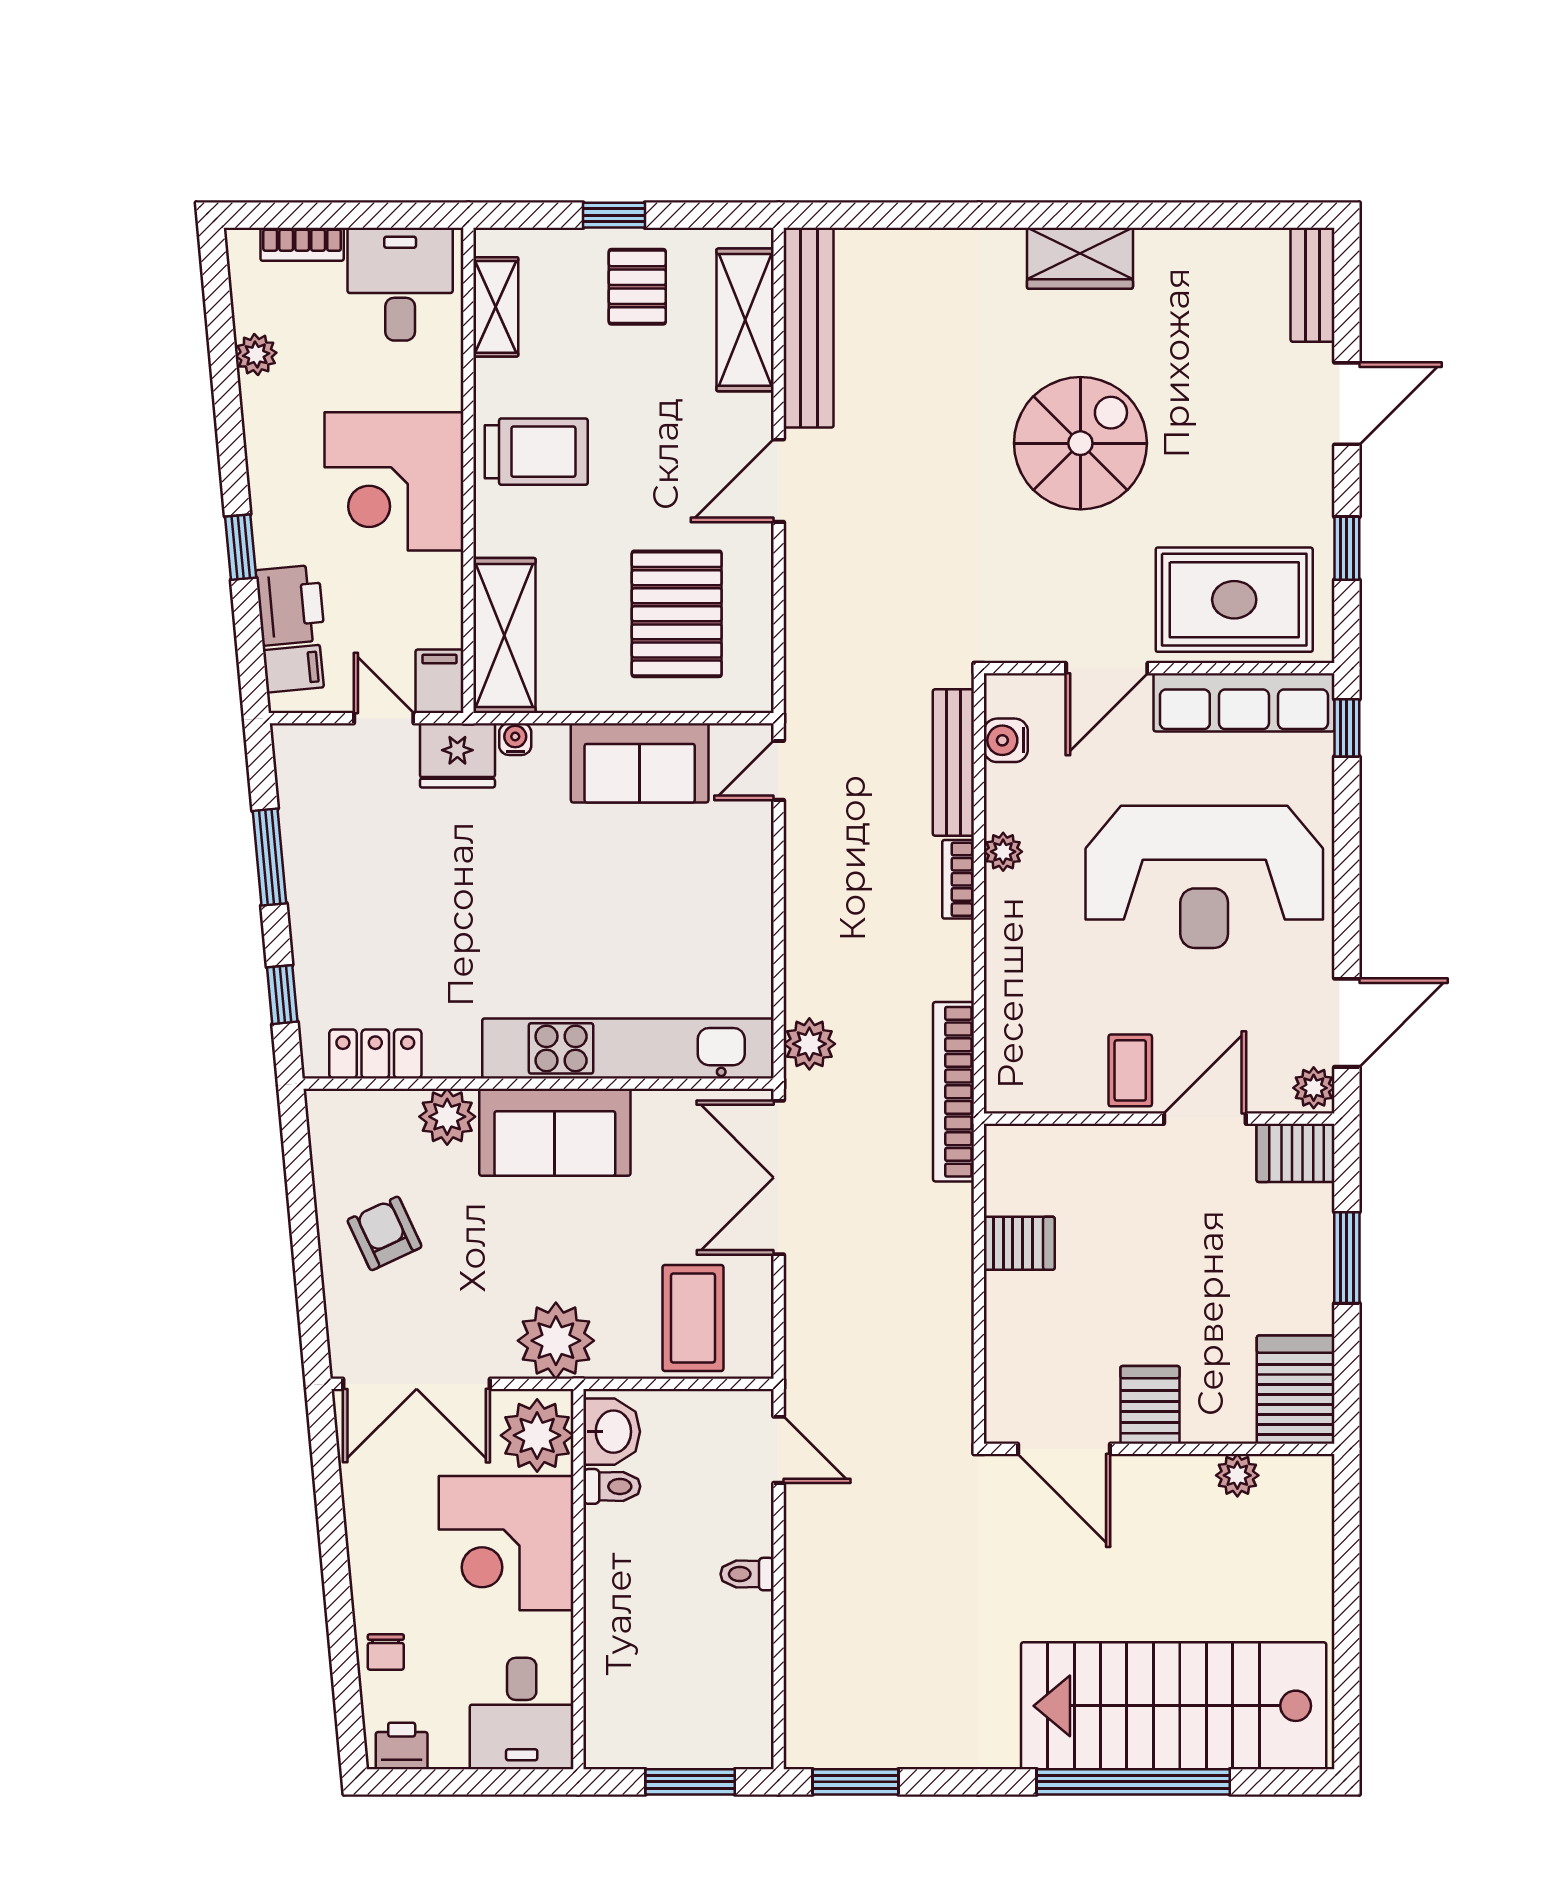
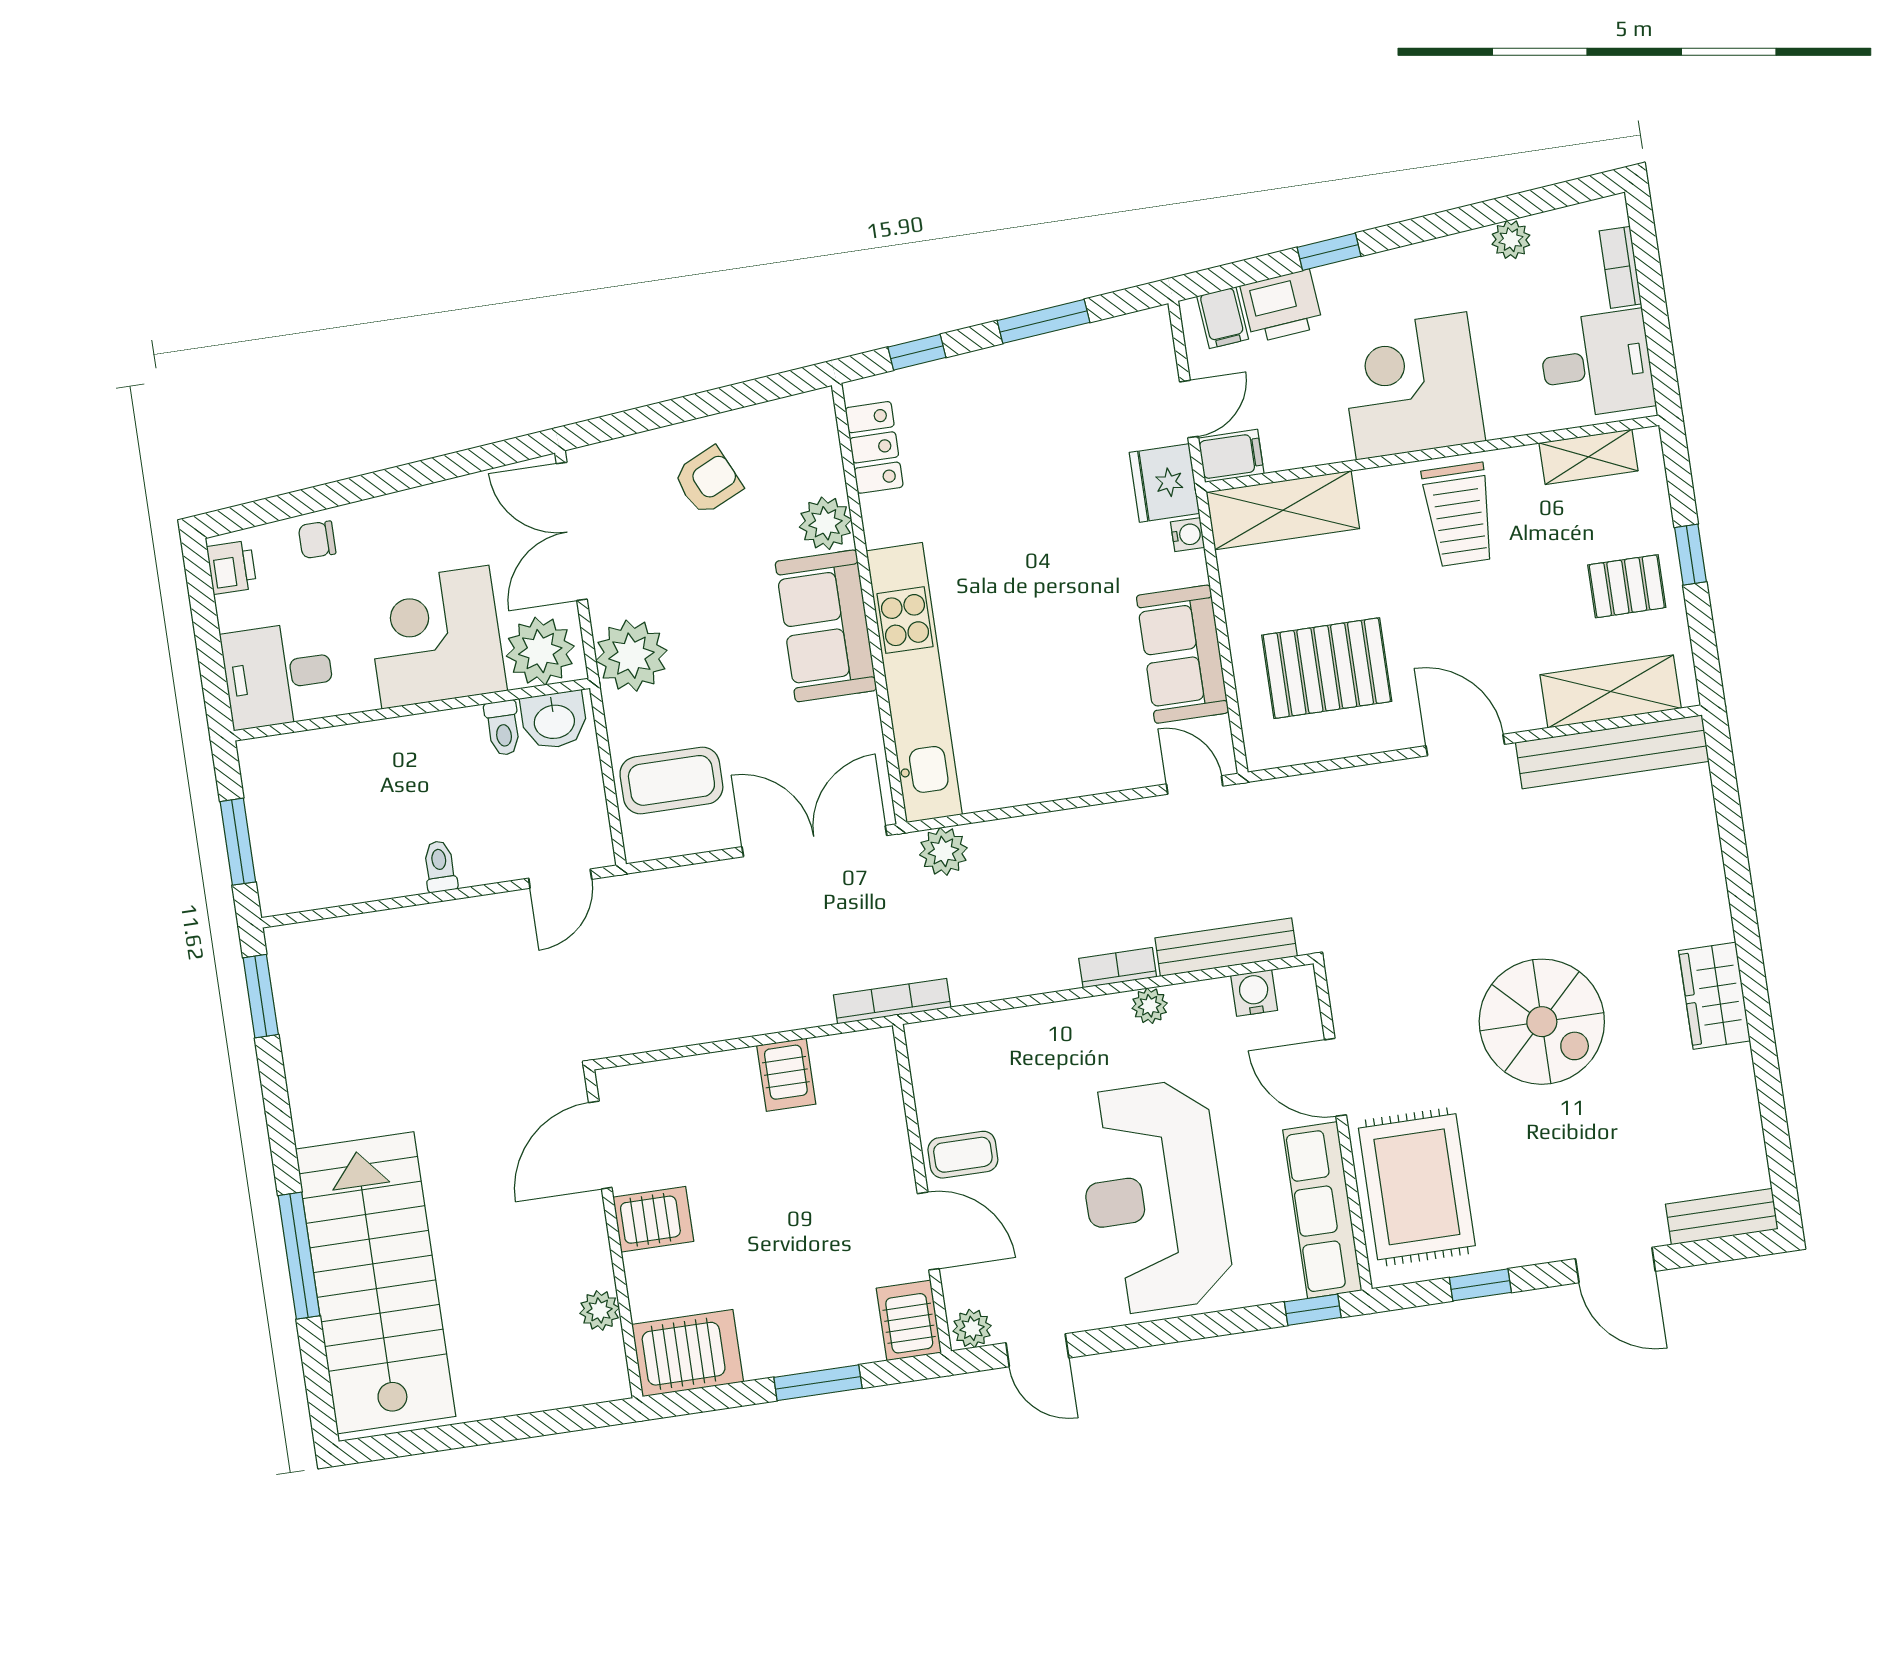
door: (1347, 1023) -> (1037, 1350), width x0.73
bookcase: (954, 1092) -> (892, 1001), width x0.68, depth x0.76
window: (1133, 1782) -> (299, 1256), width x0.68

